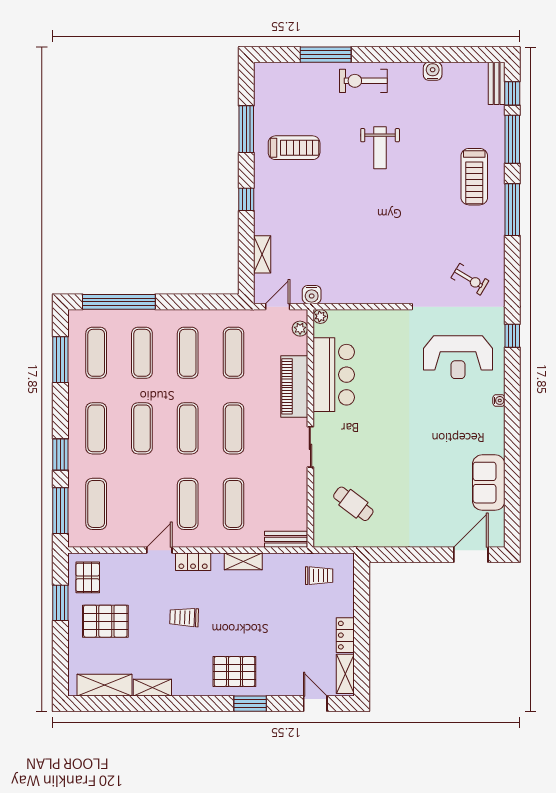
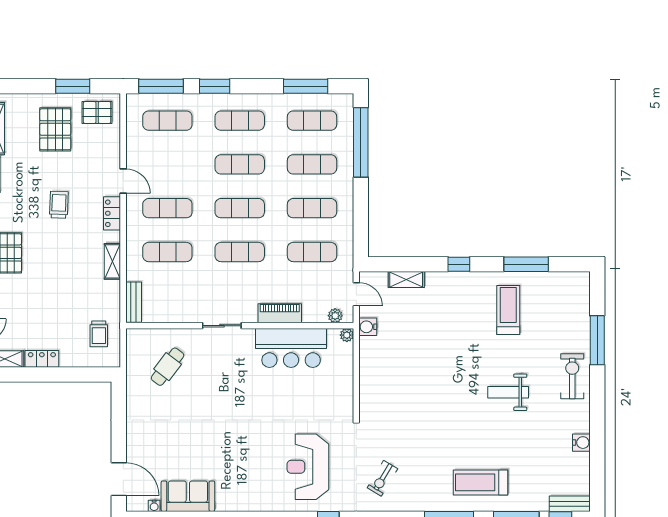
treadmill: (294, 148) -> (508, 310), turned 180
piano: (294, 386) -> (280, 313), width x0.73, depth x0.75
water cooler: (499, 400) -> (154, 506), moved

